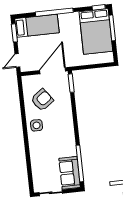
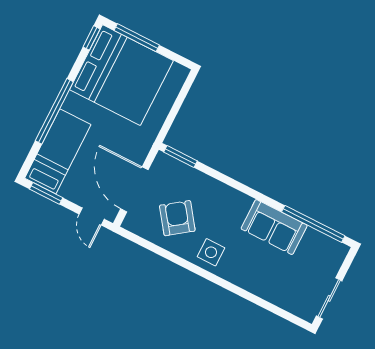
bed: (96, 31) -> (121, 75), width x1.36
door: (53, 71) -> (134, 189), moved
sofa: (70, 173) -> (274, 227), moved

